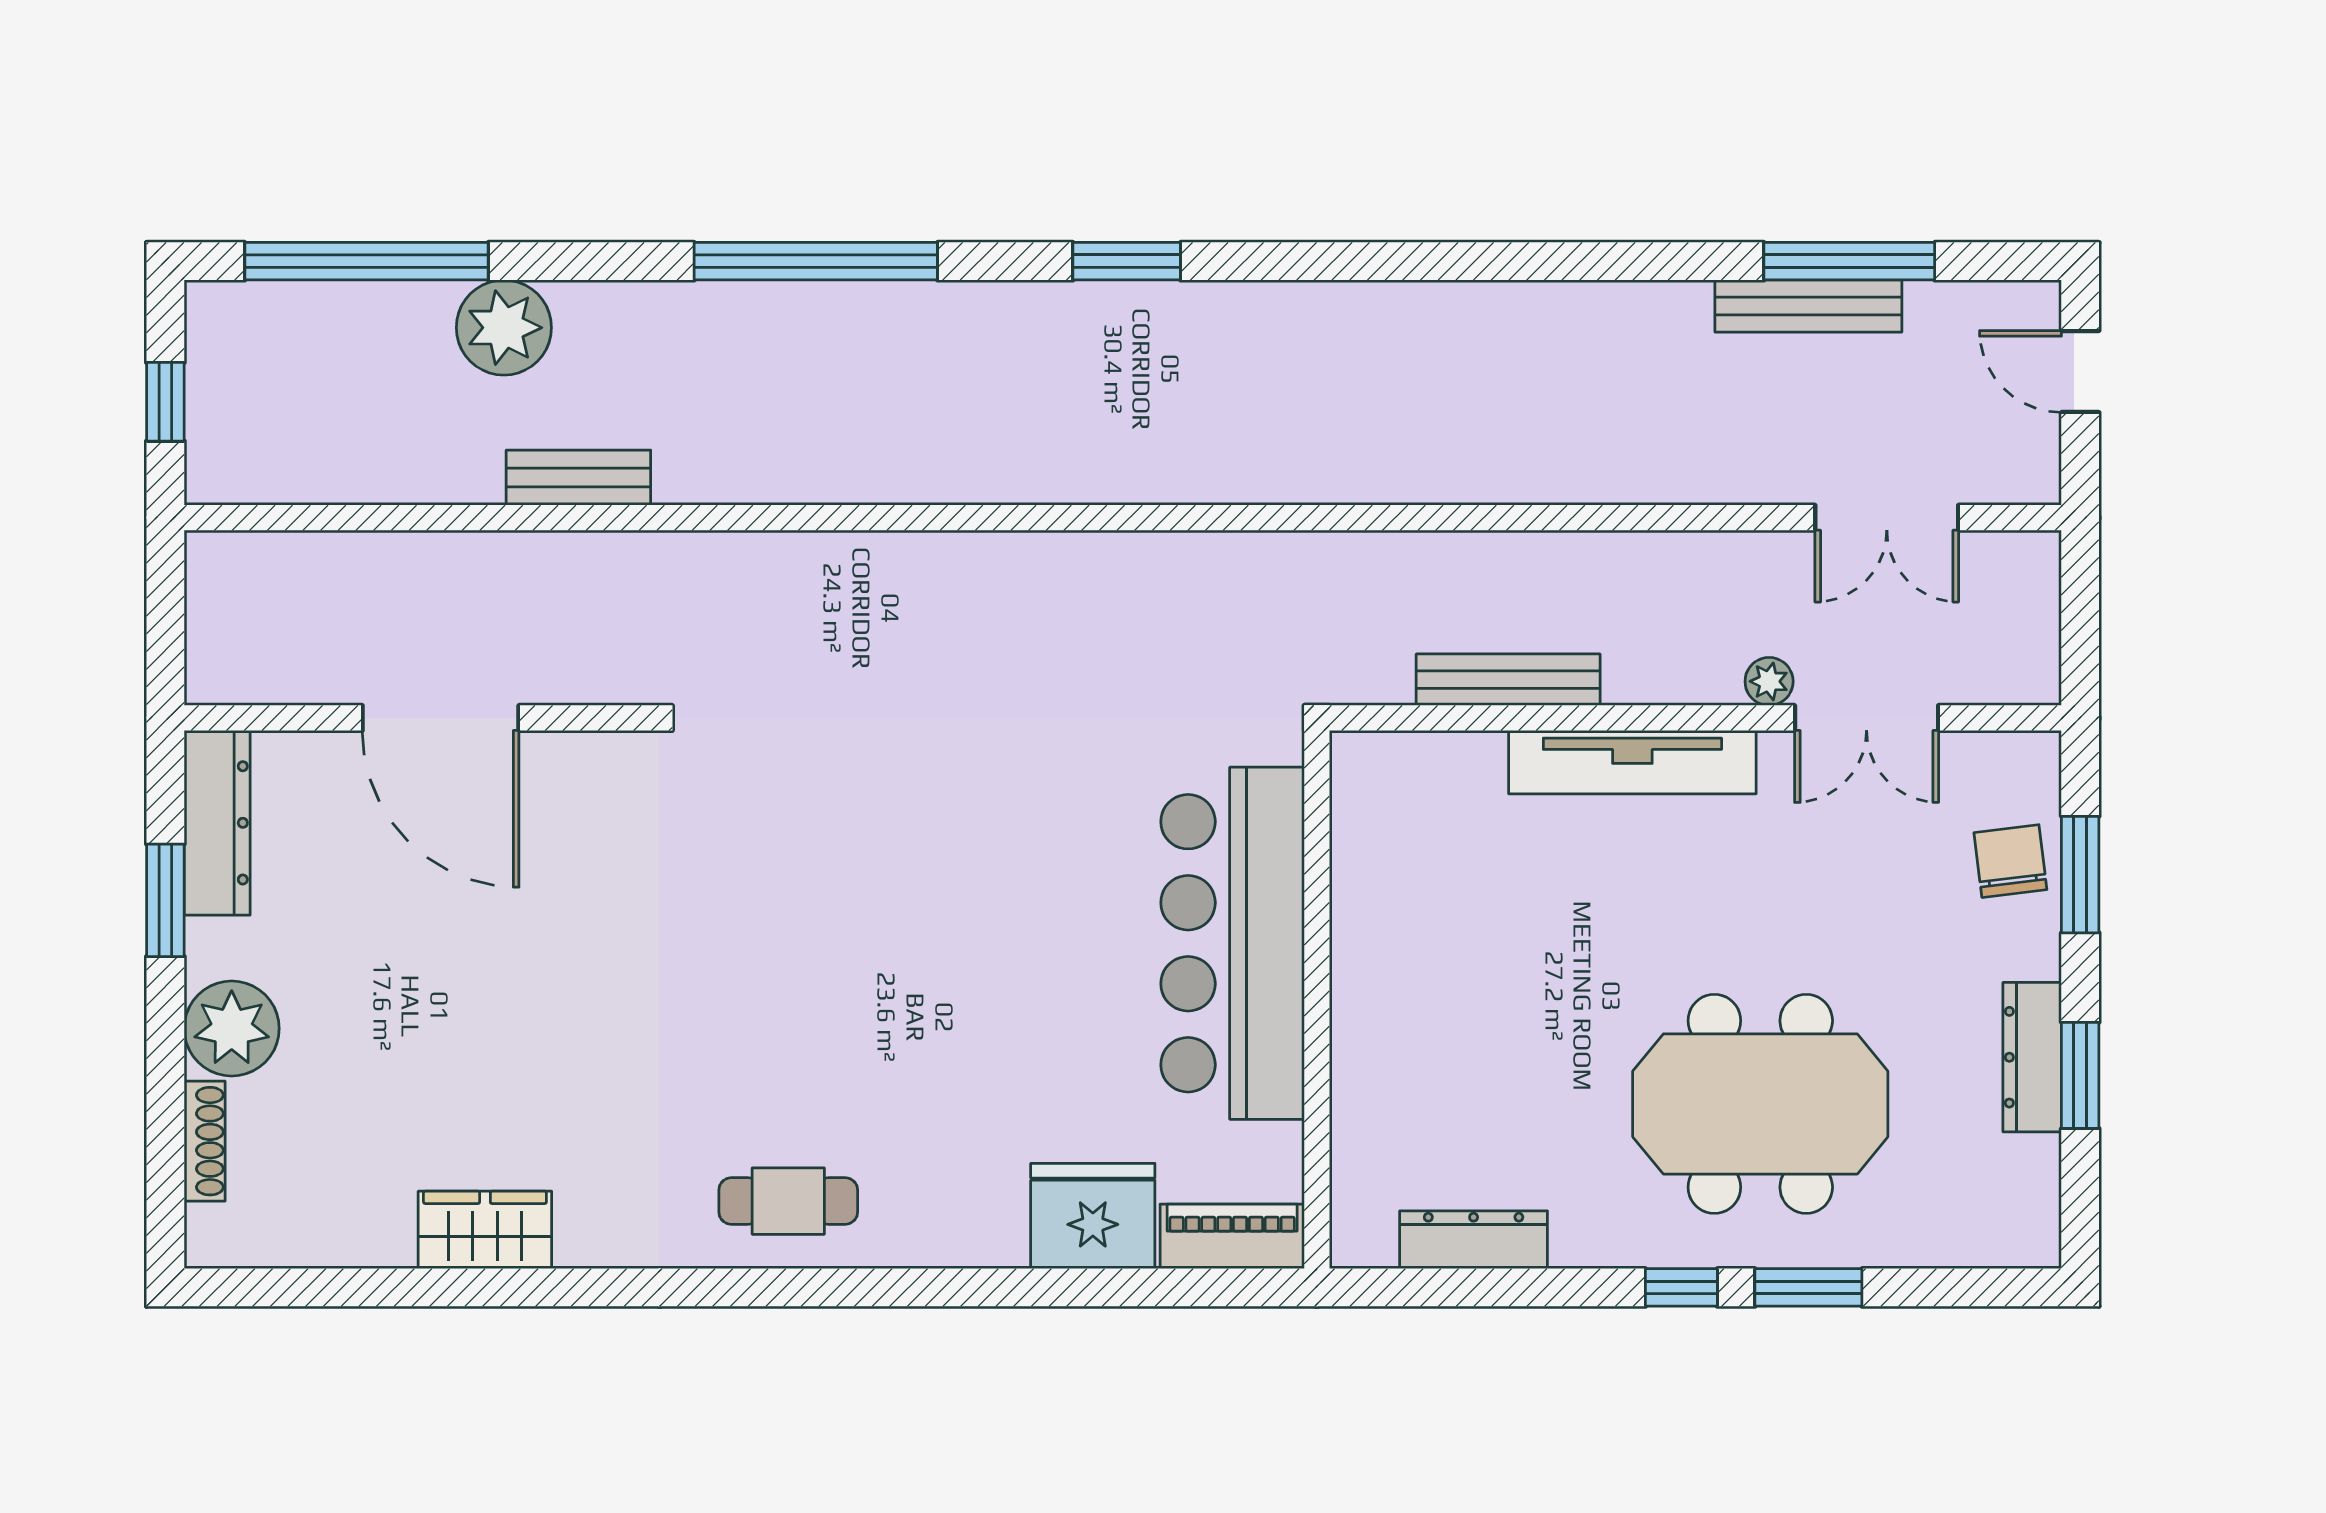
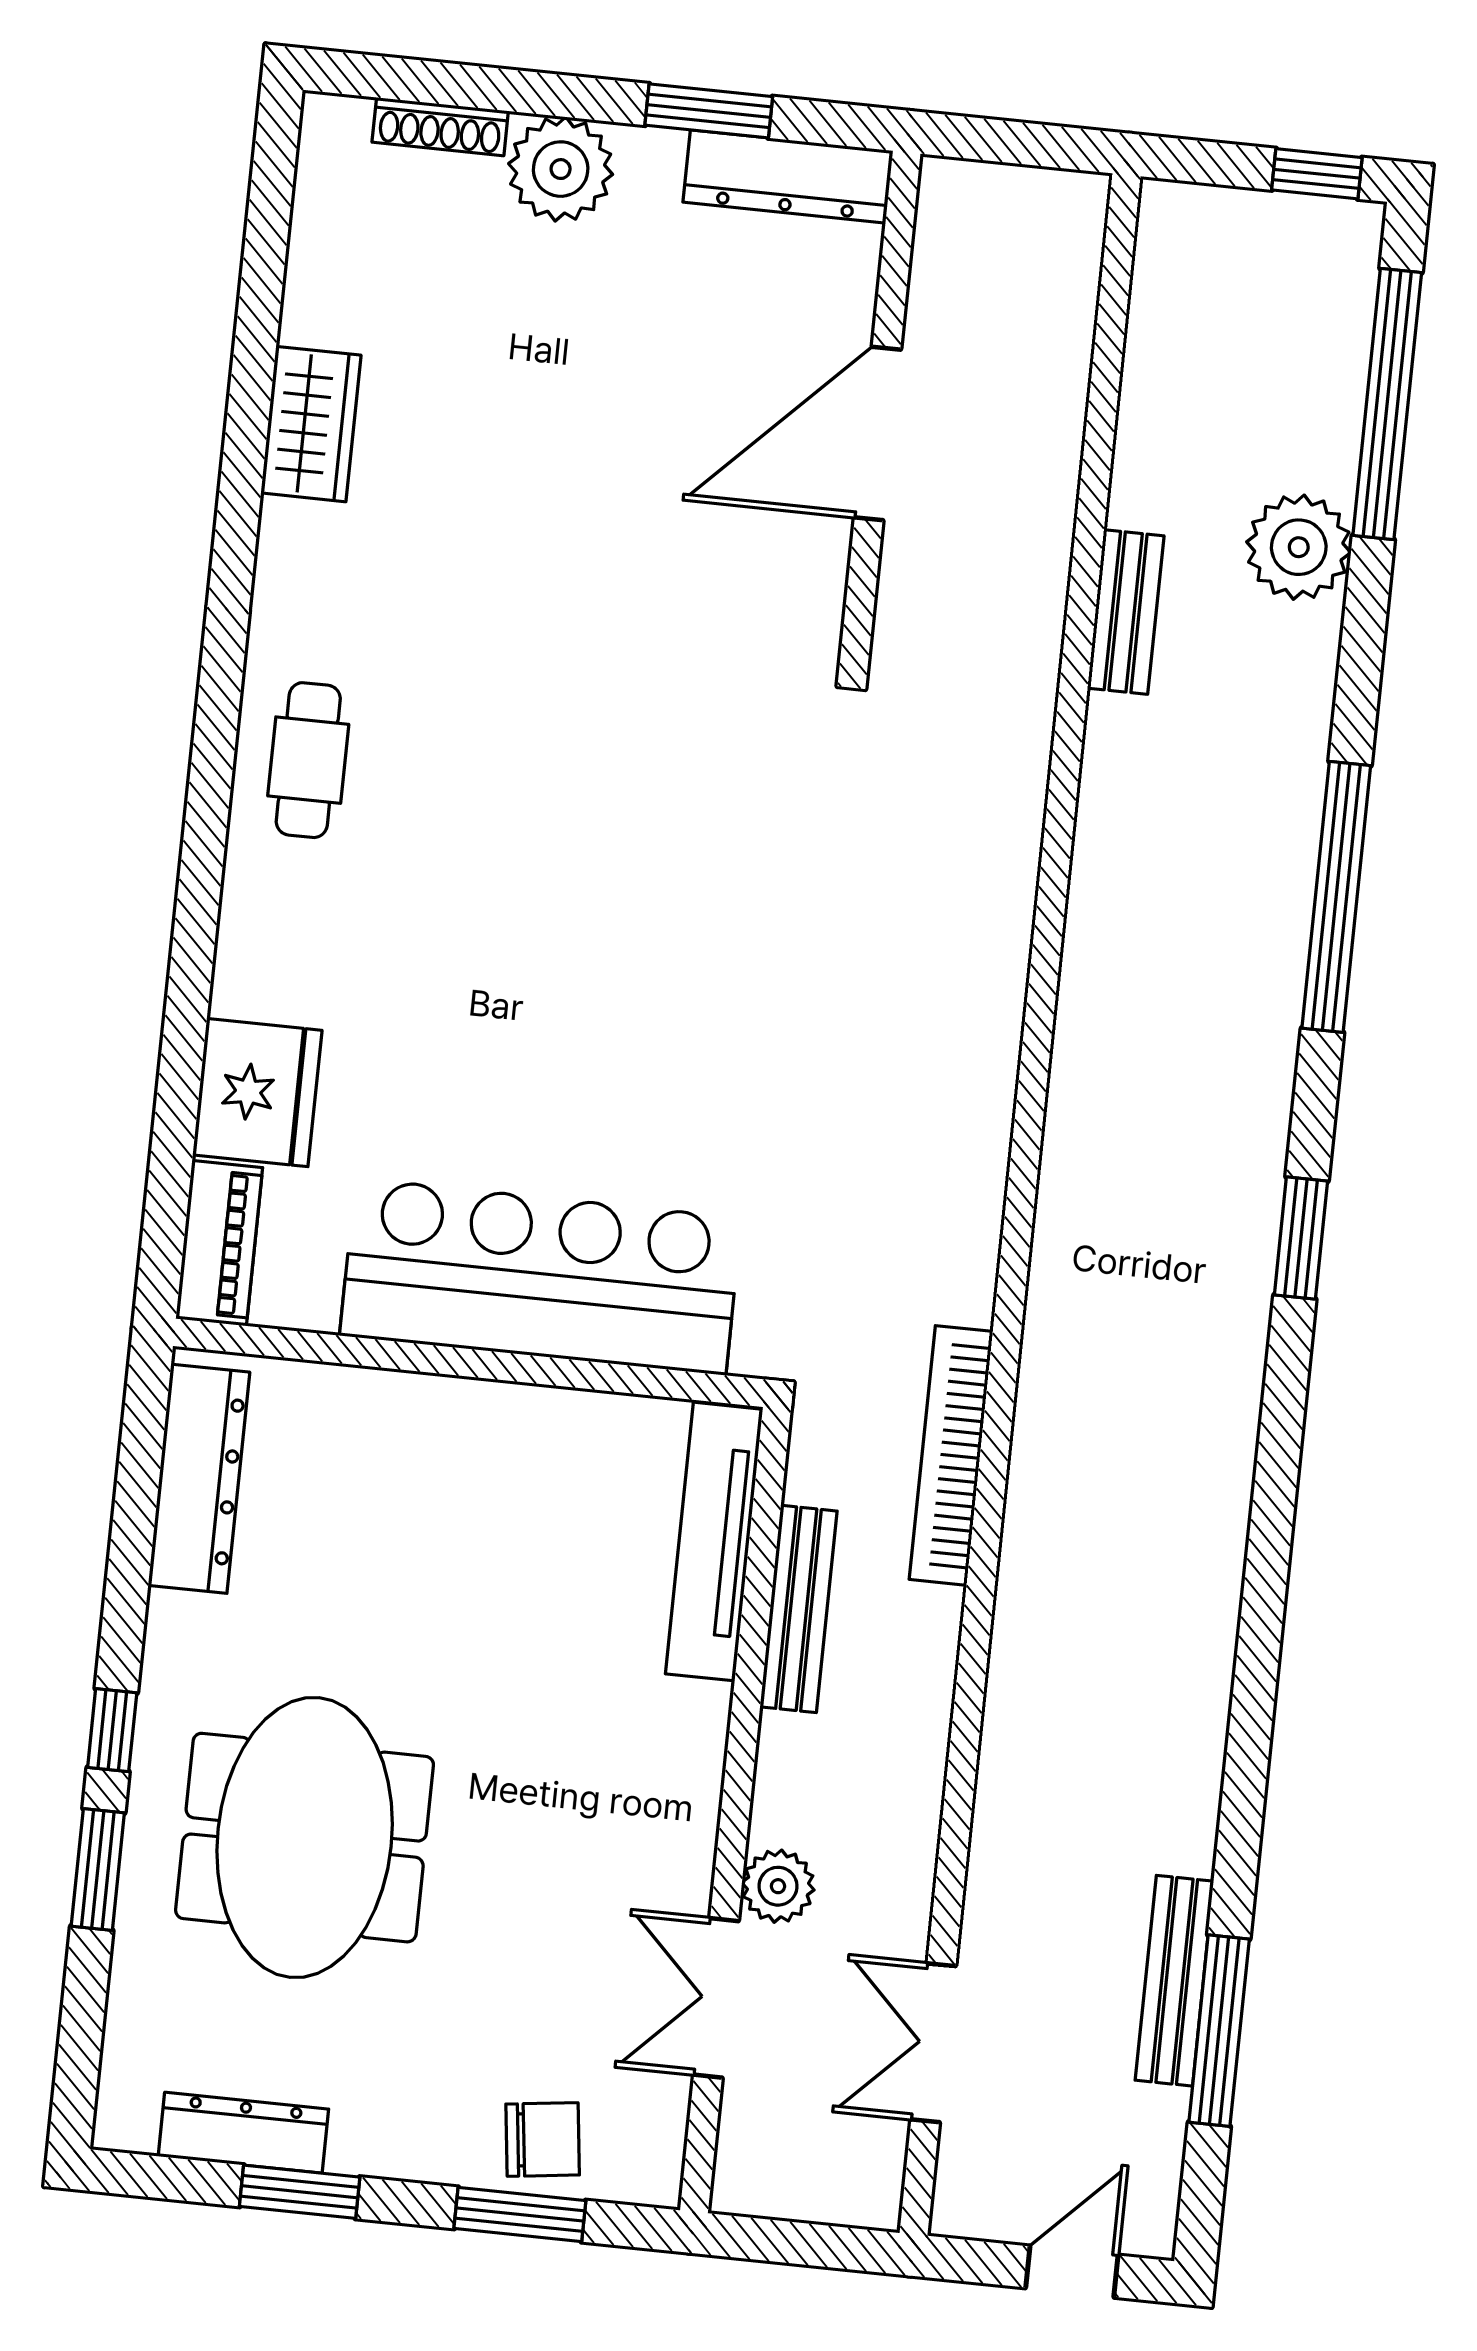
window: (165, 402) -> (1317, 174), moved
bookcase: (1355, 557) -> (951, 1455), added
plant: (1769, 681) -> (778, 1886), width x1.38, depth x1.38
tv unit: (1632, 762) -> (714, 1542), moved
dresser: (2032, 1057) -> (243, 2133), moved
dresser: (1474, 1240) -> (199, 1479), width x1.37, depth x1.24

